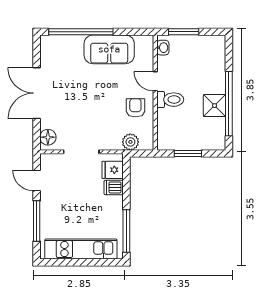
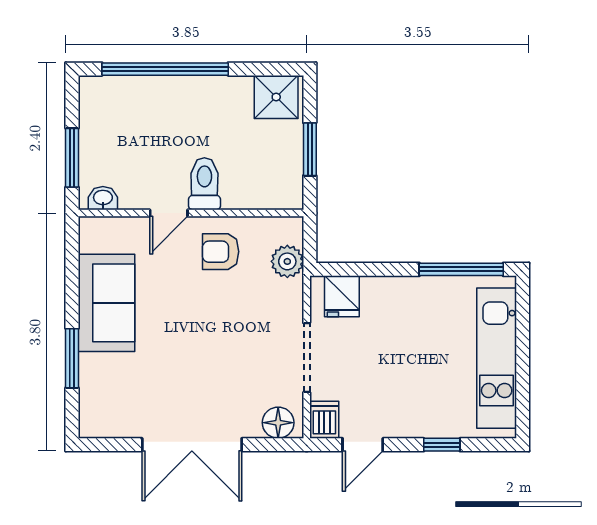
window: (81, 32) -> (72, 358), width x0.47
window: (229, 104) -> (165, 69), moved
shower: (215, 106) -> (276, 97), moved
dishwasher: (114, 187) -> (324, 420), moved, turned 180
window: (37, 221) -> (442, 445), width x0.46

